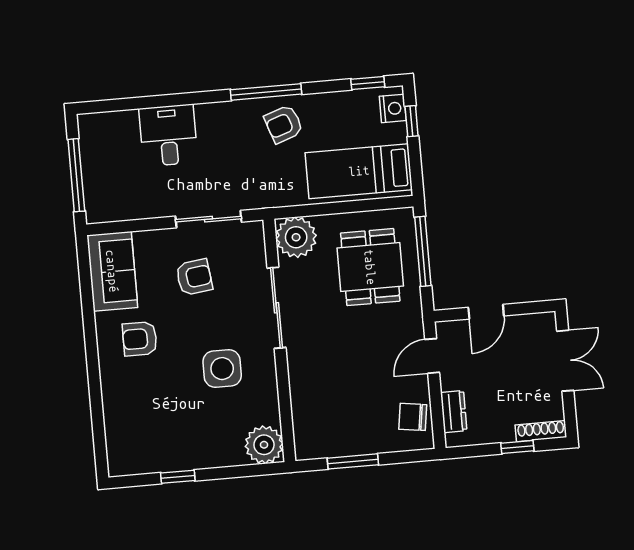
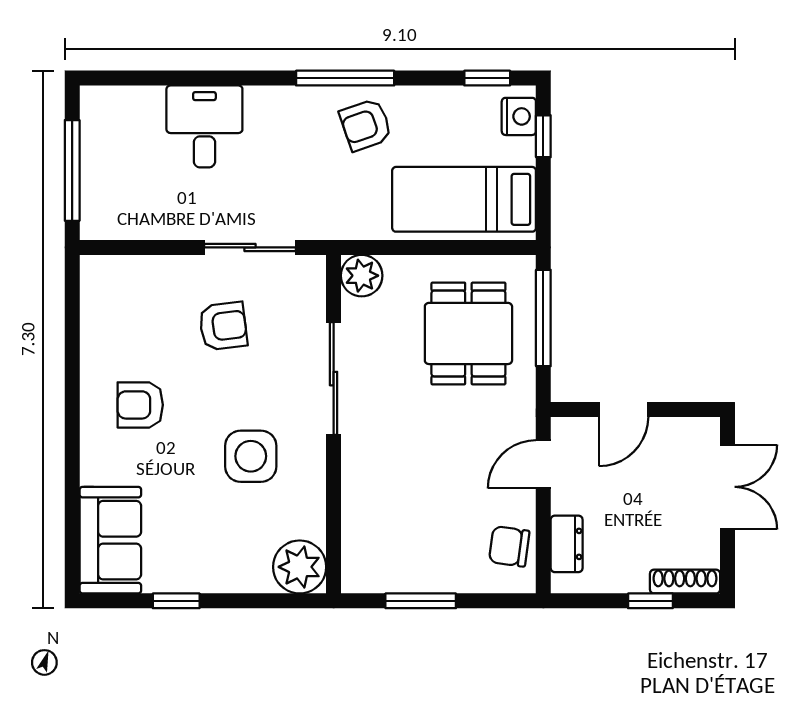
plant: (296, 237) -> (362, 276), width x0.73, depth x0.73
sofa: (112, 271) -> (110, 540), moved

